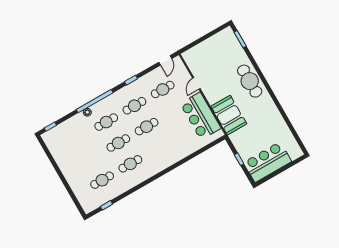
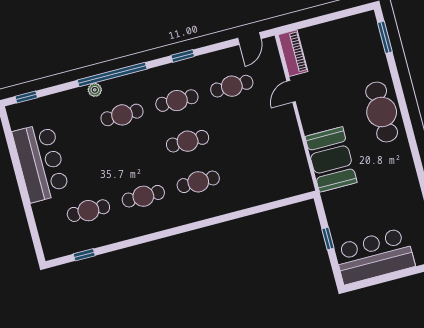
piano: (192, 62) -> (293, 53), added
bar counter: (200, 116) -> (41, 162), moved, turned 180
cafe table: (118, 143) -> (198, 182), moved

